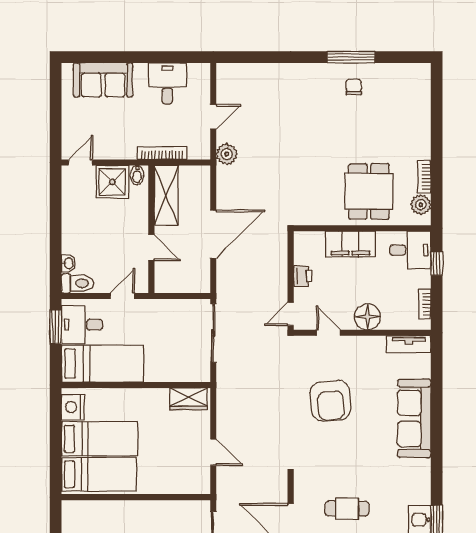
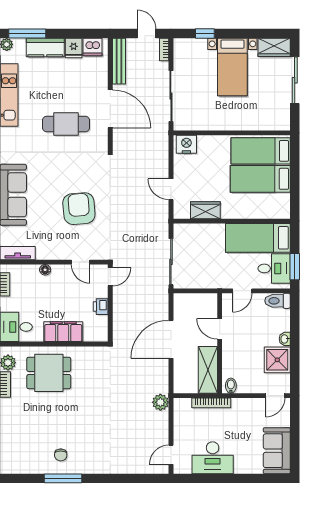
sofa: (103, 80) -> (277, 451), moved, turned -90
desk: (167, 83) -> (213, 458), width x1.37
door: (213, 117) -> (171, 455), moved
shower: (112, 182) -> (277, 360), moved
dining table: (369, 191) -> (49, 373), turned 90
washbasin: (68, 263) -> (285, 339), moved
floor lamp: (367, 317) -> (45, 270), width x0.53, depth x0.53
wardrobe: (188, 399) -> (205, 210), moved
nightstand: (73, 407) -> (186, 144), moved, turned -90
door: (213, 452) -> (171, 189), moved
cafe table: (347, 509) -> (66, 124), width x1.37, depth x1.35

